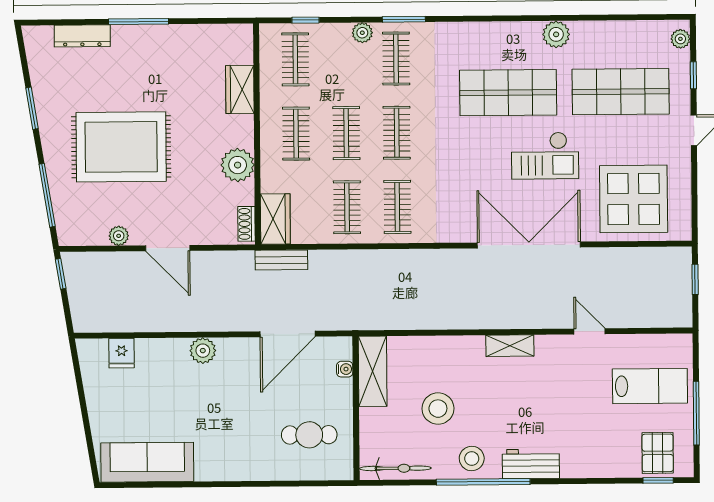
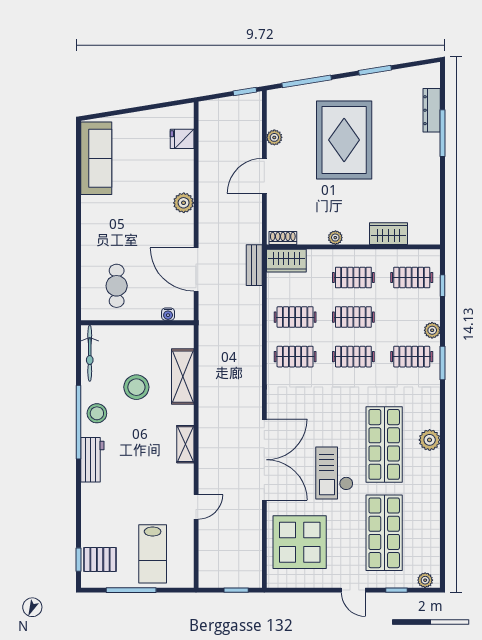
window: (138, 22) -> (442, 133), moved
plant: (556, 34) -> (430, 440), moved
plant: (238, 165) -> (335, 238), width x0.53, depth x0.53
shelving: (373, 371) -> (183, 377), moved, turned 90

